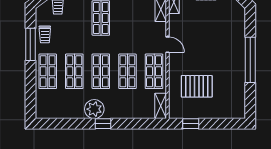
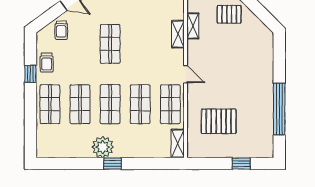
window: (30, 44) -> (30, 74), width x0.46
window: (250, 60) -> (279, 109), moved
window: (191, 124) -> (241, 164), moved

